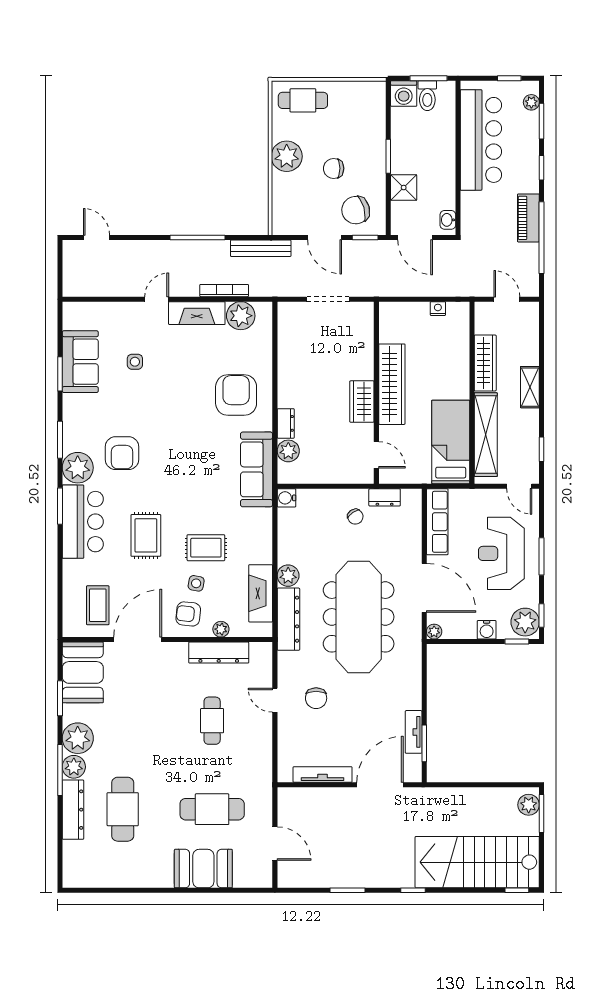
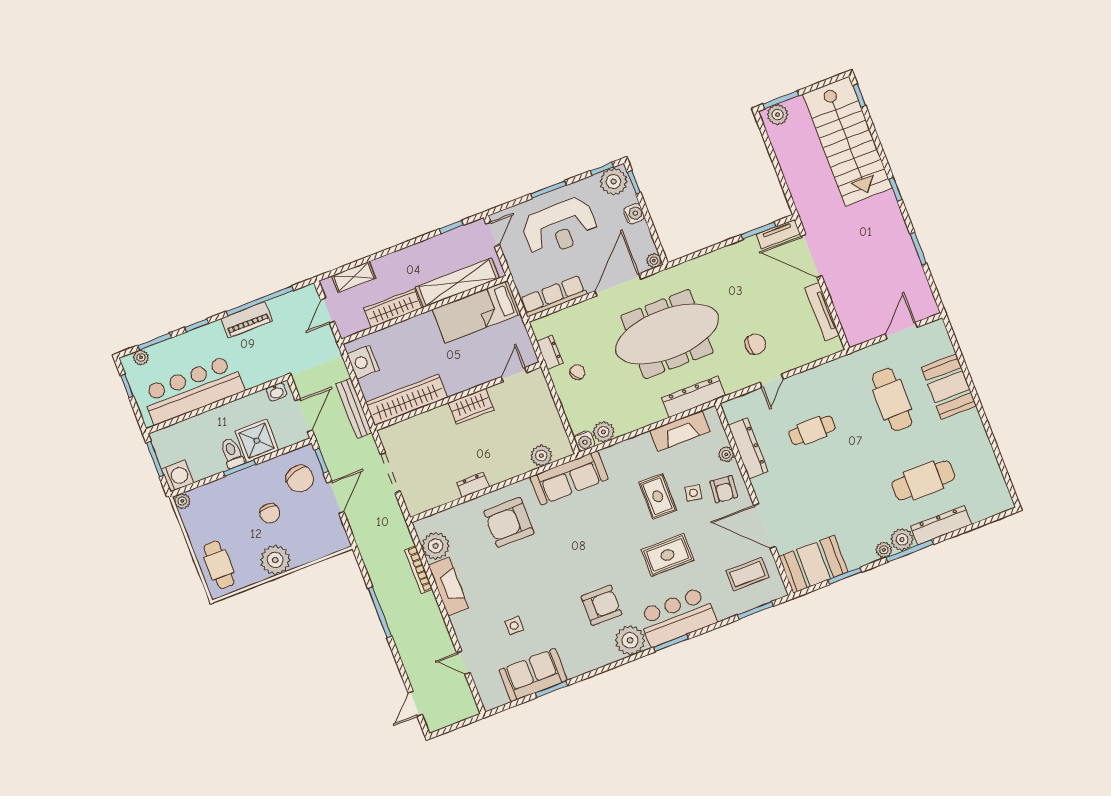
plant: (378, 89) -> (182, 501), added
toilet: (427, 96) -> (232, 453), moved, turned -90
shower: (404, 188) -> (257, 441), width x1.36, depth x1.36
bench: (261, 248) -> (354, 408), moved
door: (157, 299) -> (463, 663), moved
nightstand: (438, 309) -> (363, 362), width x1.89, depth x1.79
wardrobe: (392, 384) -> (407, 400), moved
shelving: (530, 387) -> (354, 277), moved
dresser: (286, 423) -> (473, 485), moved
window: (60, 440) -> (755, 610), moved
plant: (288, 576) -> (603, 432), moved
tv unit: (414, 732) -> (778, 234), moved
plant: (78, 738) -> (884, 550), width x0.53, depth x0.53

